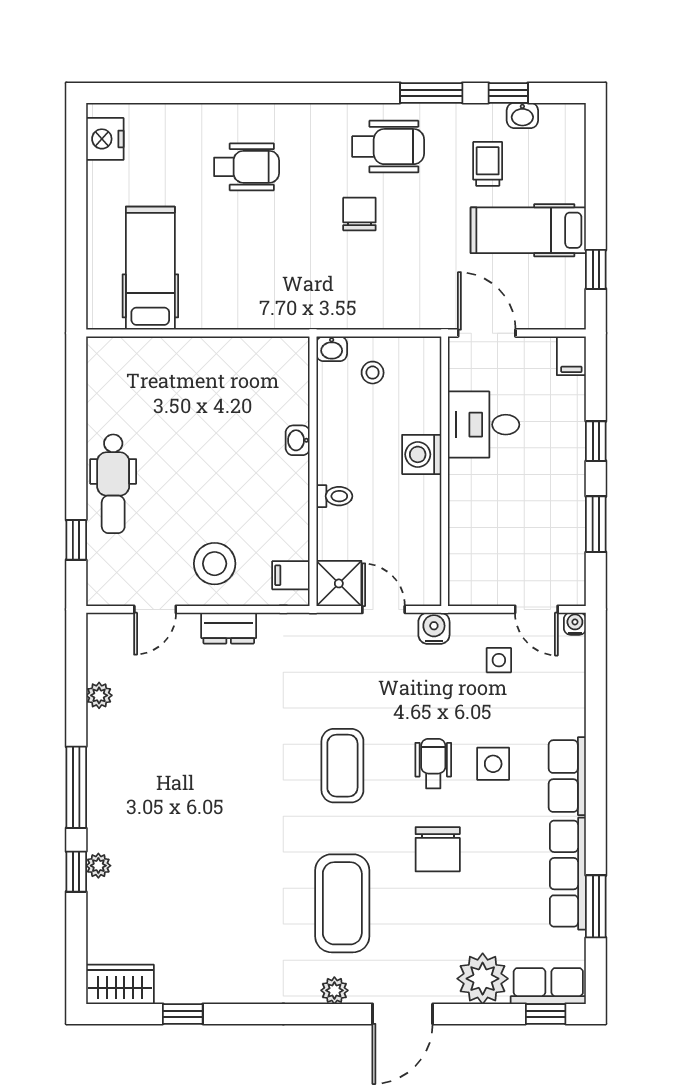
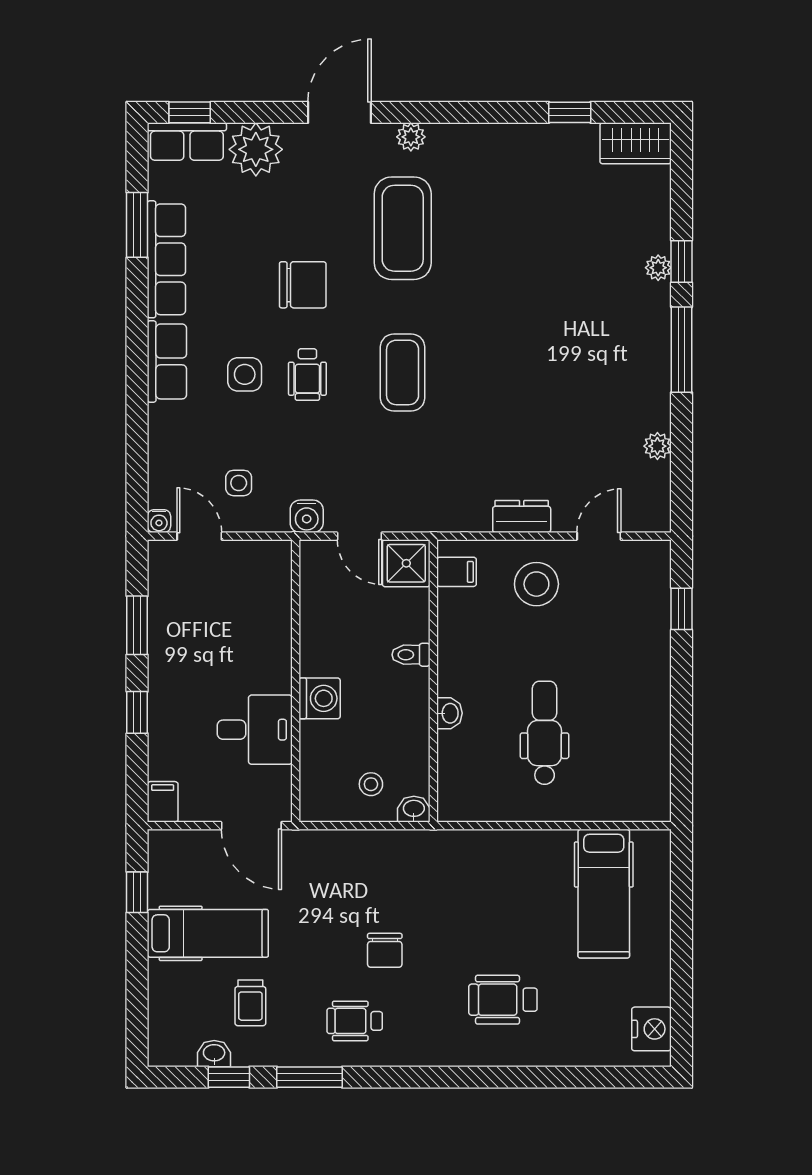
wheelchair: (388, 147) -> (355, 1021), width x0.73, depth x0.73
dental chair: (113, 484) -> (545, 733), moved
chair: (438, 849) -> (303, 285), turned 90

